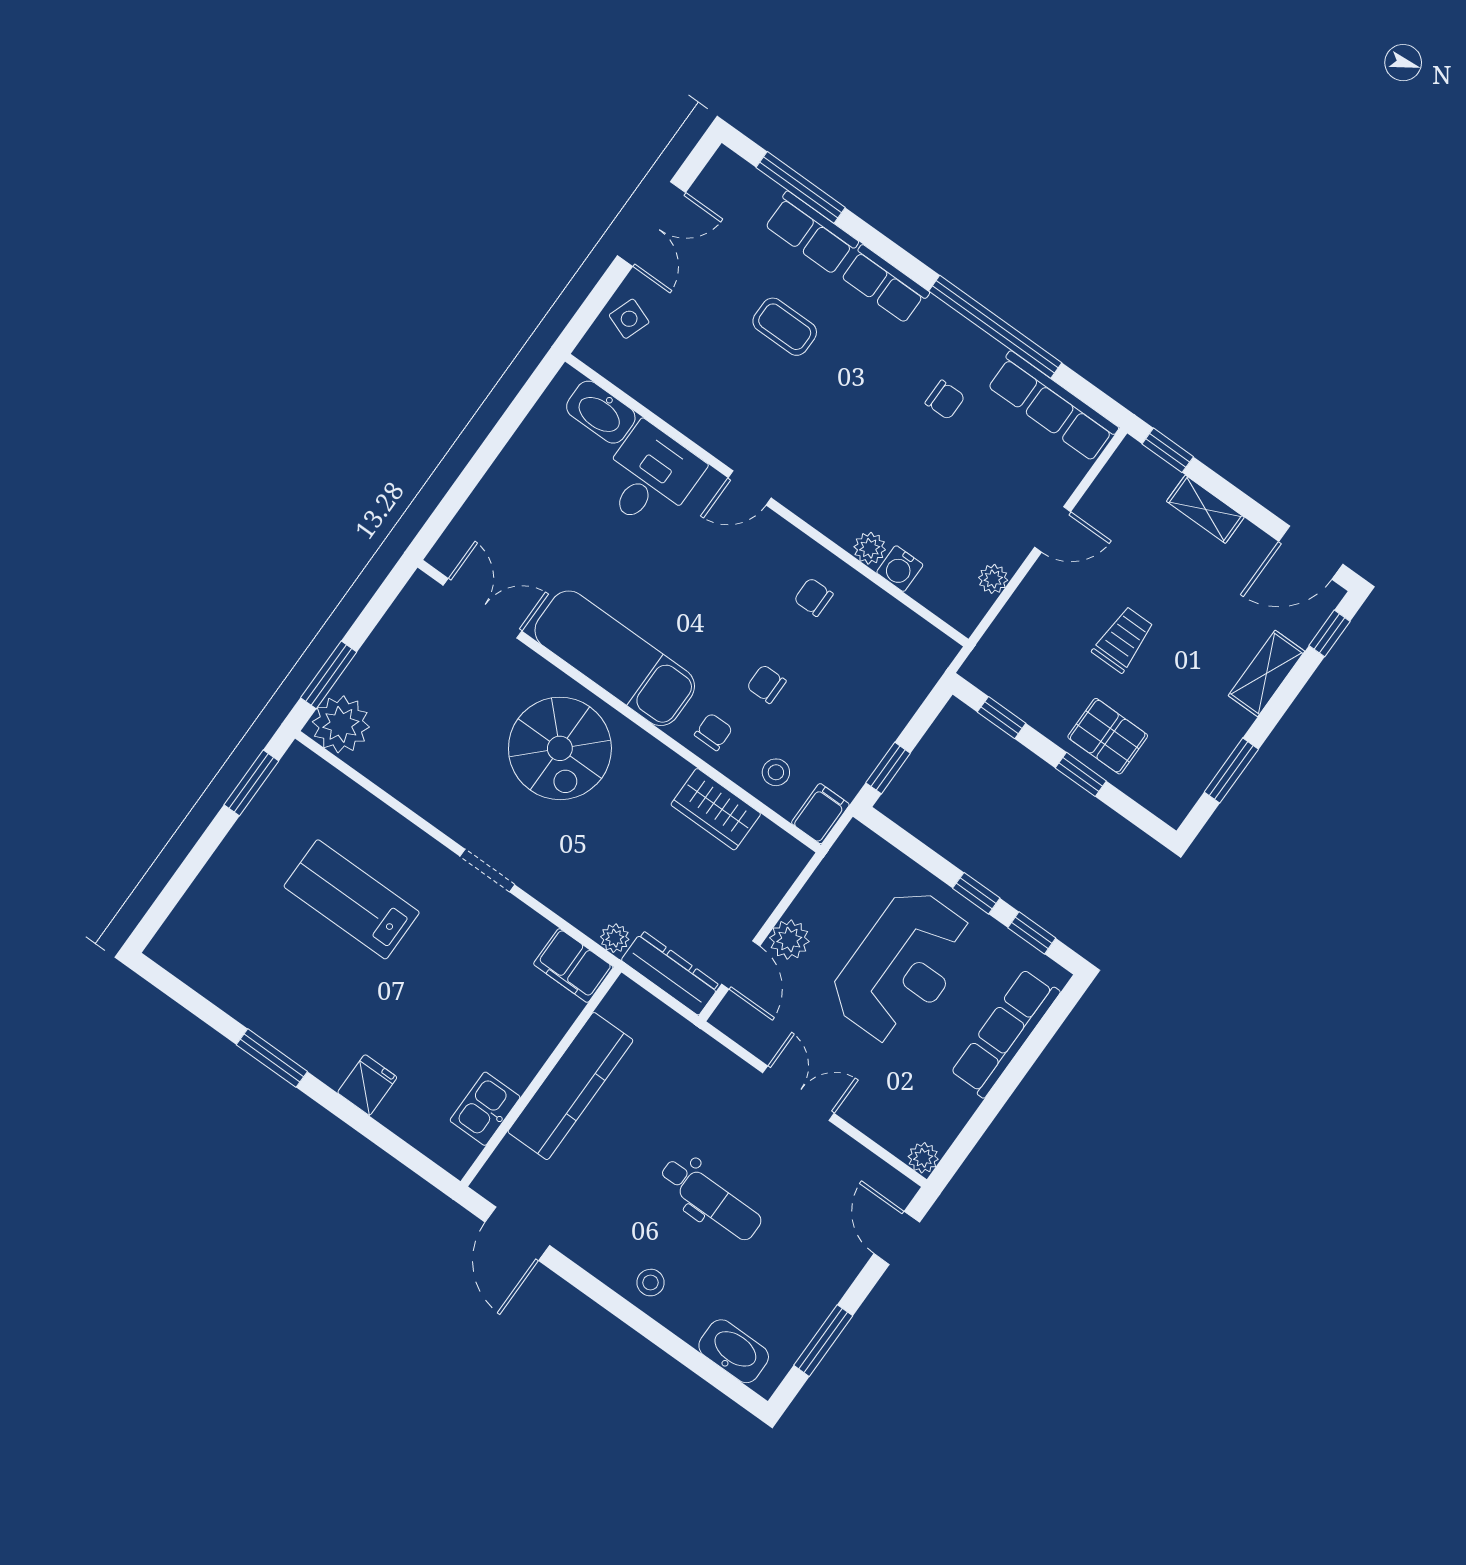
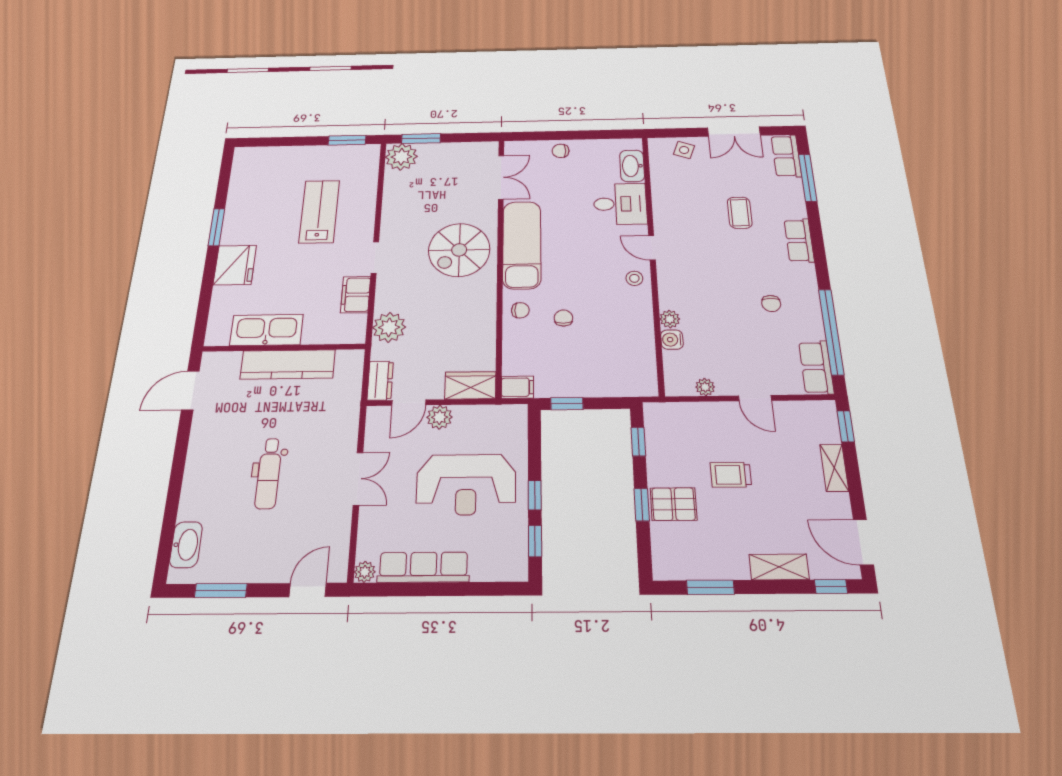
row of seats: (811, 233) -> (786, 156), moved
window: (995, 327) -> (831, 332), moved
row of seats: (1052, 406) -> (816, 367), width x0.68
chair: (814, 597) -> (561, 151), moved, turned -90
trolley: (1123, 639) -> (731, 475), turned 180
pallet: (1108, 736) -> (674, 504), turned 90
stool: (776, 772) -> (634, 278), moved
wardrobe: (716, 809) -> (470, 385), moved, turned 90
plant: (615, 938) -> (389, 327), width x1.88, depth x1.88
filing cabinet: (573, 965) -> (356, 295), moved
dresser: (671, 973) -> (380, 380), width x0.70
row of seats: (1005, 1033) -> (423, 567), moved
fridge: (367, 1085) -> (235, 265), width x1.88, depth x1.34
kitchen sink: (485, 1109) -> (267, 330), width x1.87, depth x1.24
stool: (650, 1283) -> (202, 474), removed

